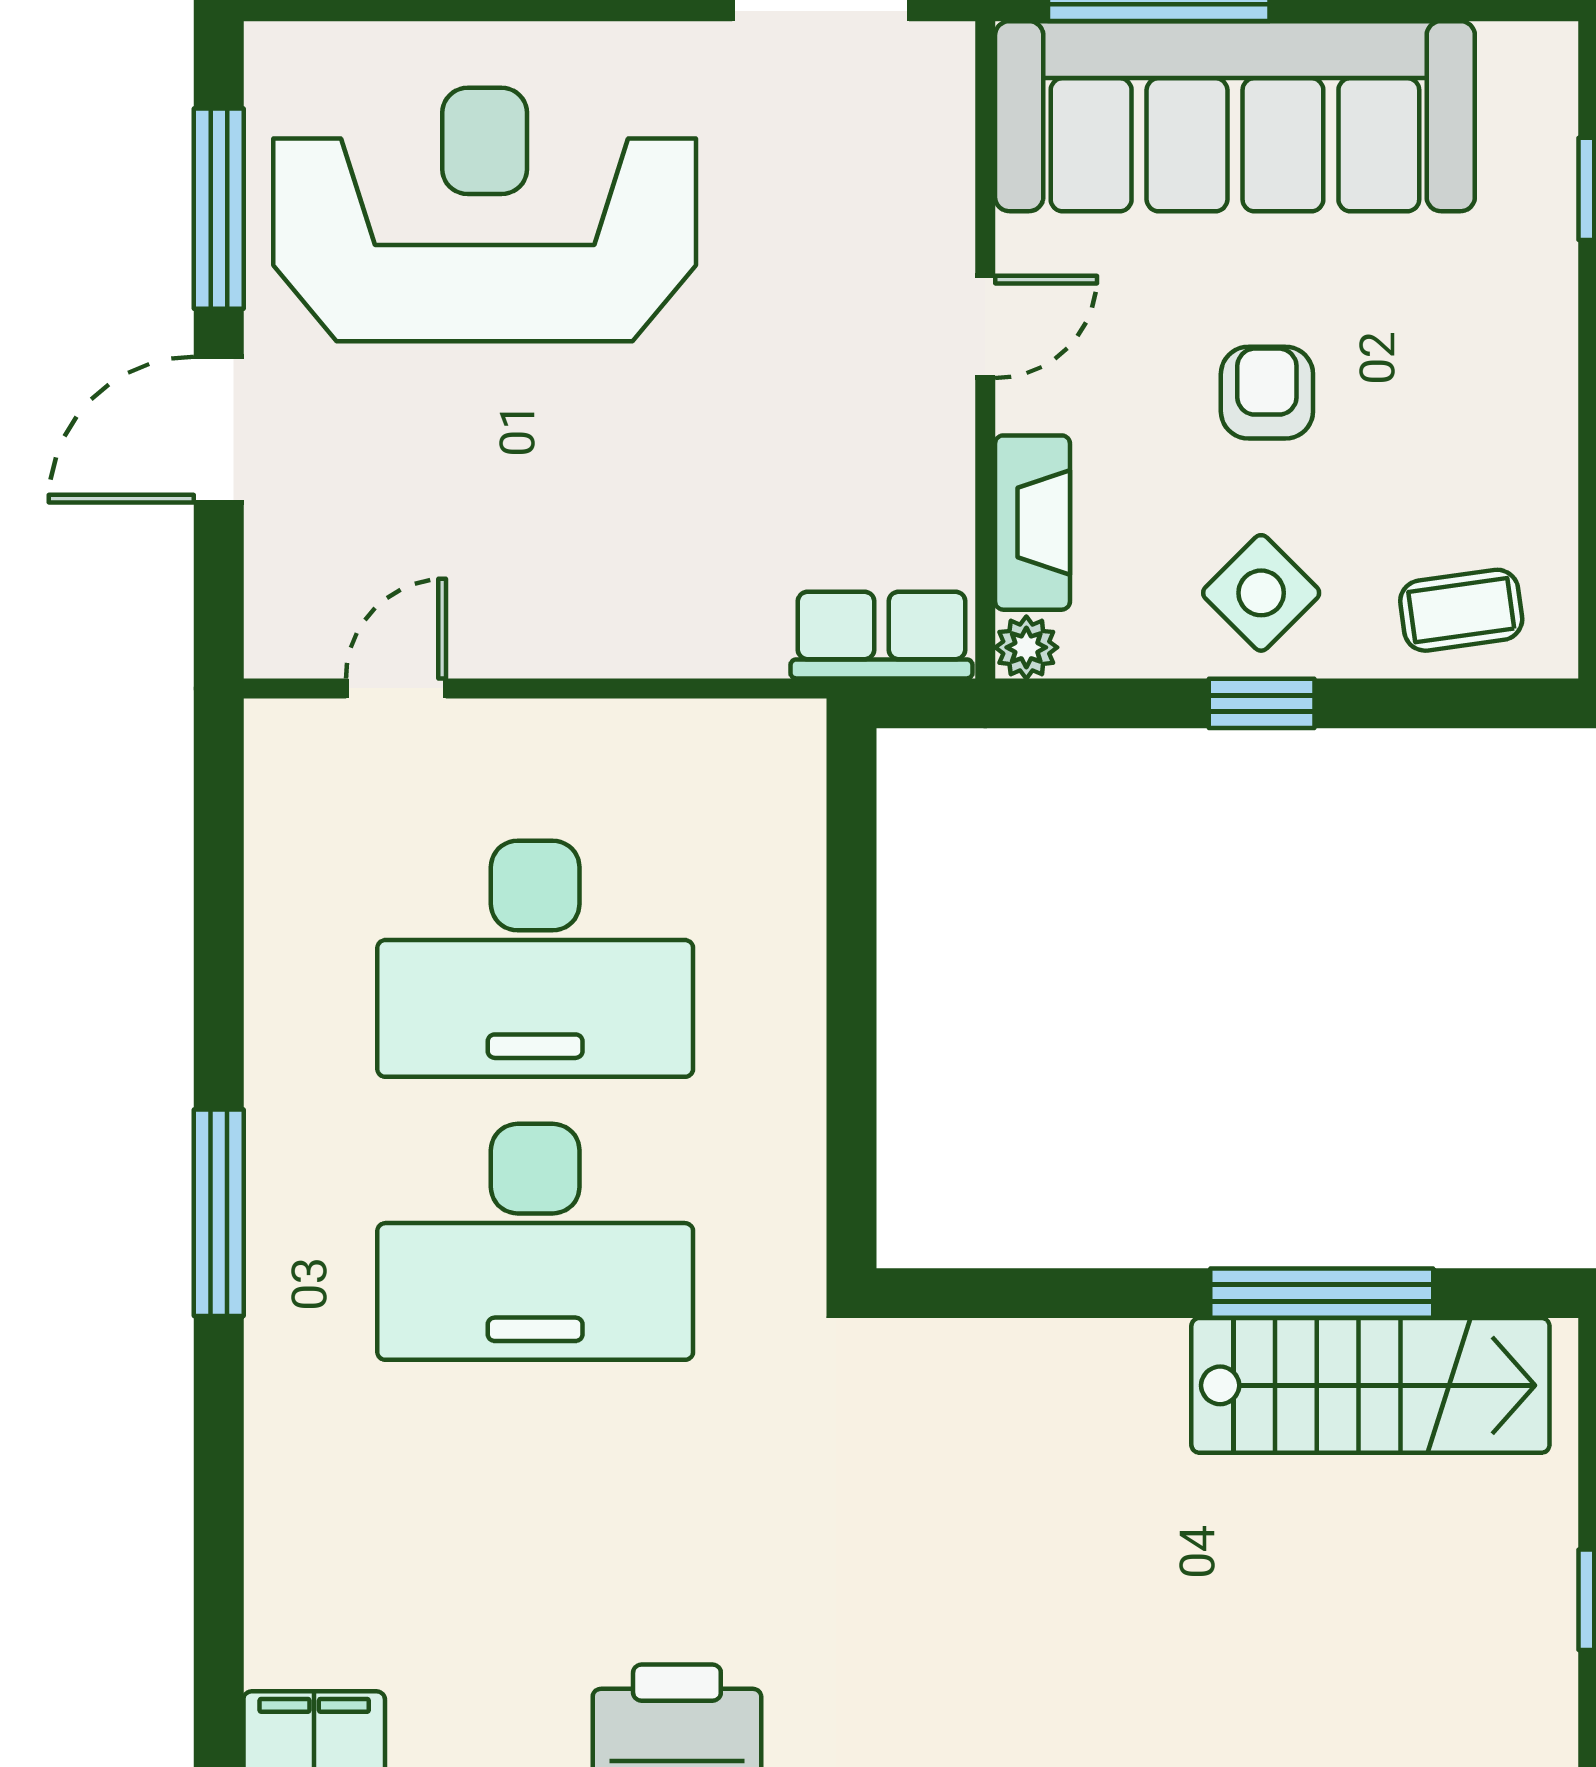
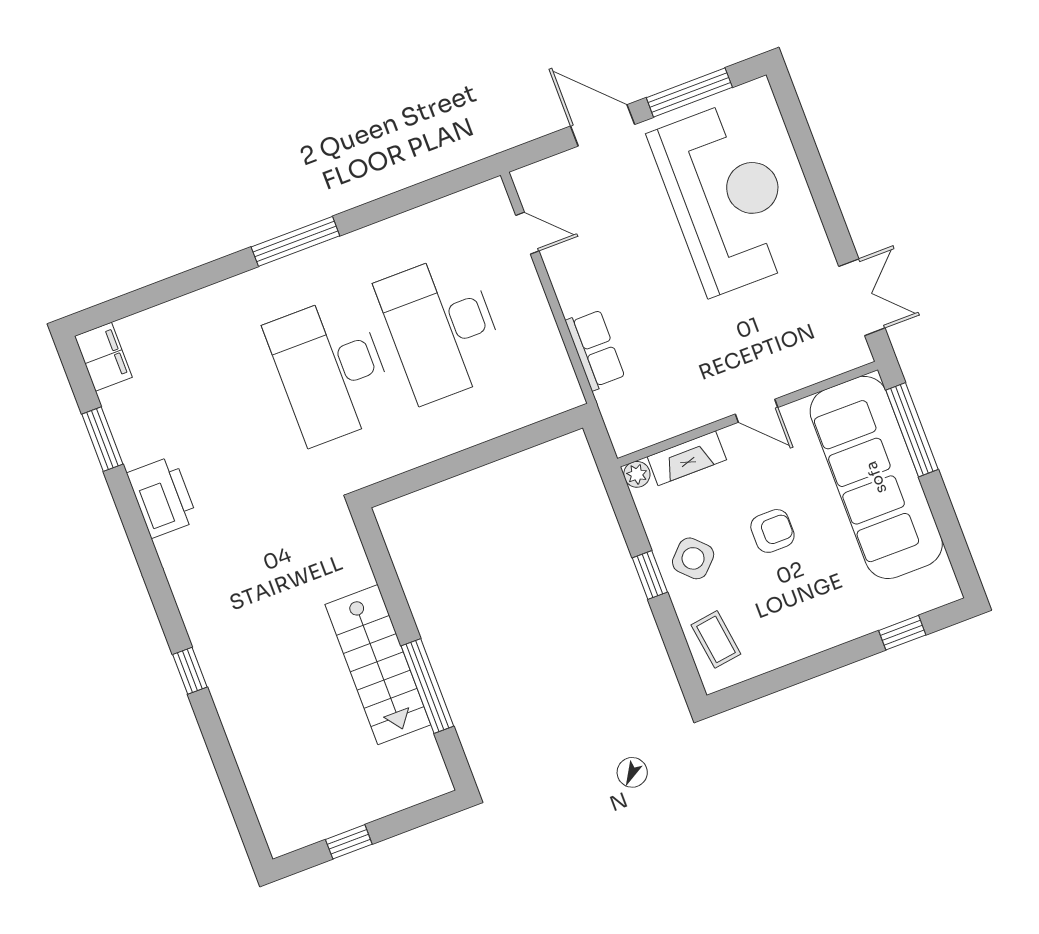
row of seats: (882, 635) -> (595, 350), moved
stairs: (1370, 1385) -> (378, 665), moved

